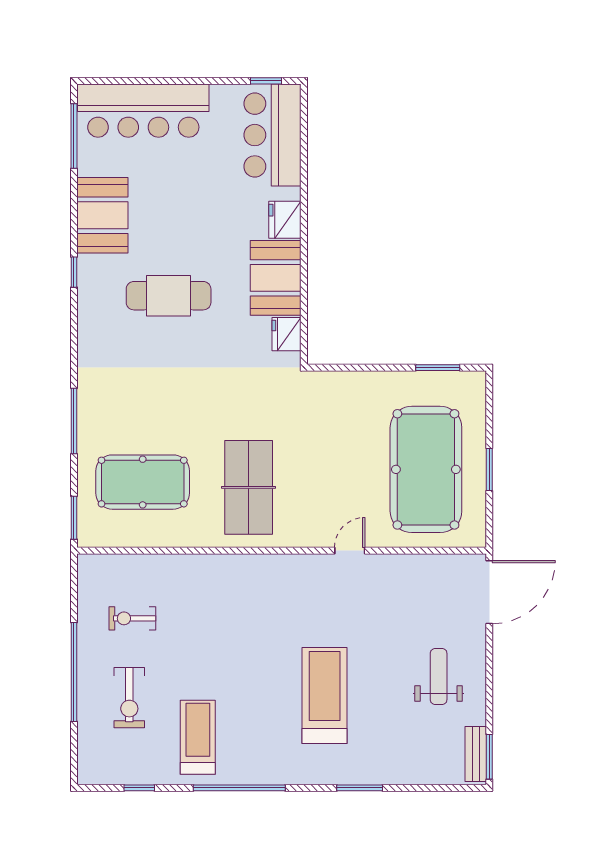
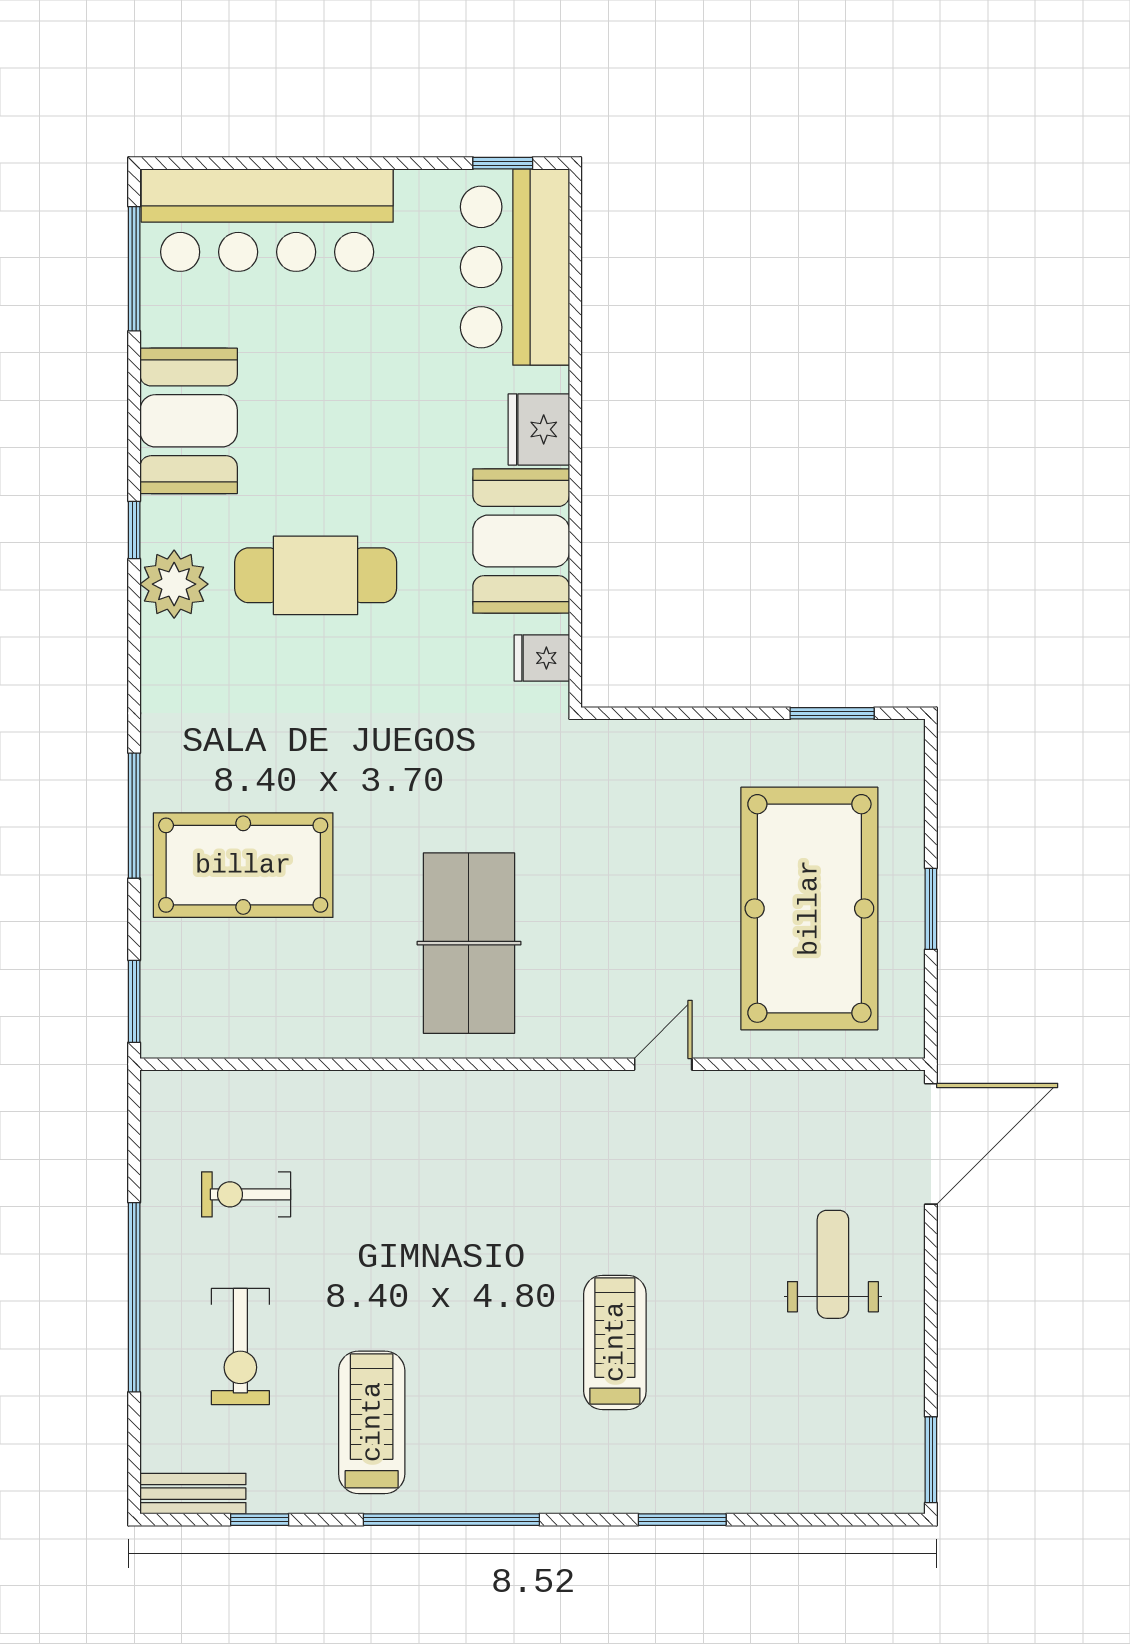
plant: (95, 300) -> (174, 584), added
fridge: (286, 334) -> (542, 658), width x0.72
pool table: (143, 482) -> (243, 865), moved
weight bench: (439, 677) -> (833, 1264), moved
treadmill: (325, 696) -> (615, 1342), width x0.73, depth x0.73
bench: (476, 754) -> (193, 1494), moved, turned 90

